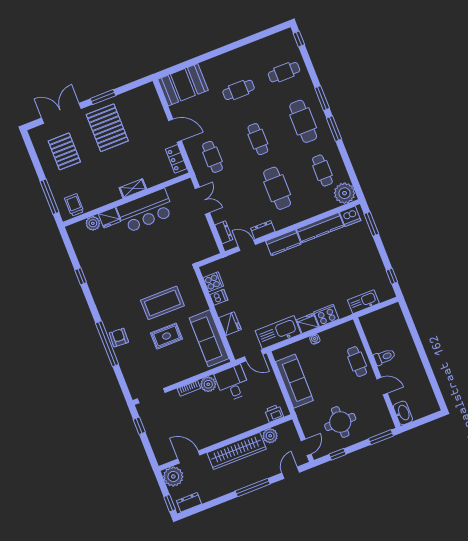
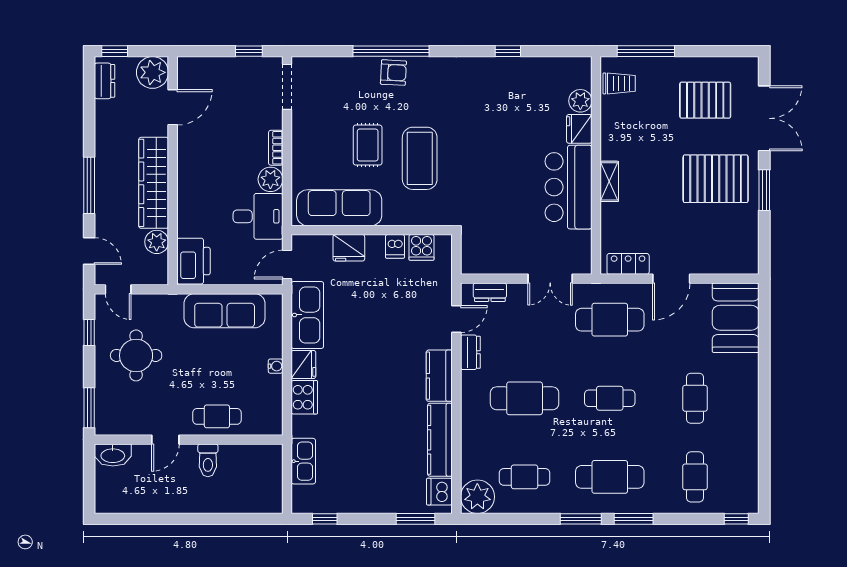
cafe table: (212, 157) -> (610, 320), width x1.37, depth x1.35
printer: (274, 413) -> (193, 261), width x1.87, depth x1.48

